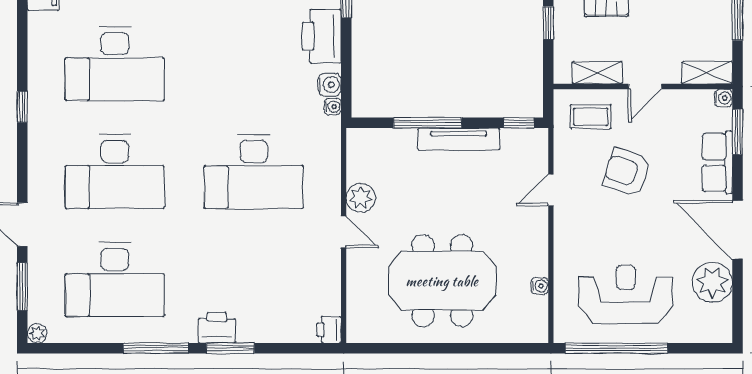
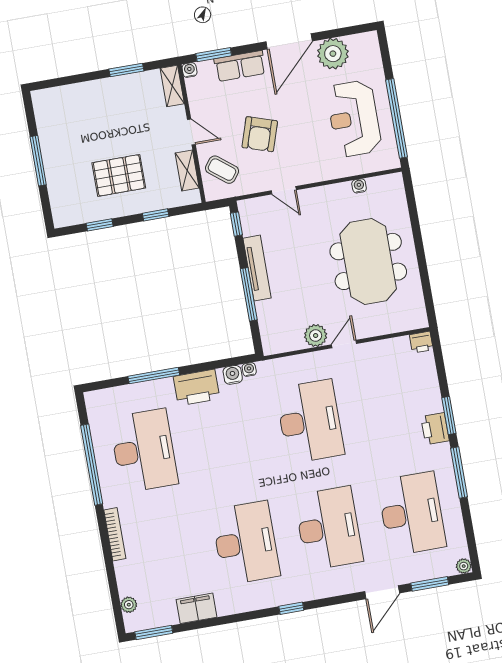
coffee table: (591, 117) -> (222, 170), turned -52

